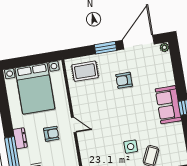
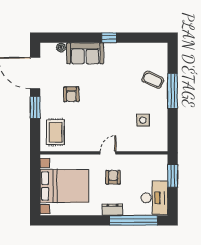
plant: (164, 47) -> (61, 47), moved
sofa: (168, 105) -> (85, 53), moved
side table: (131, 147) -> (143, 120), moved

